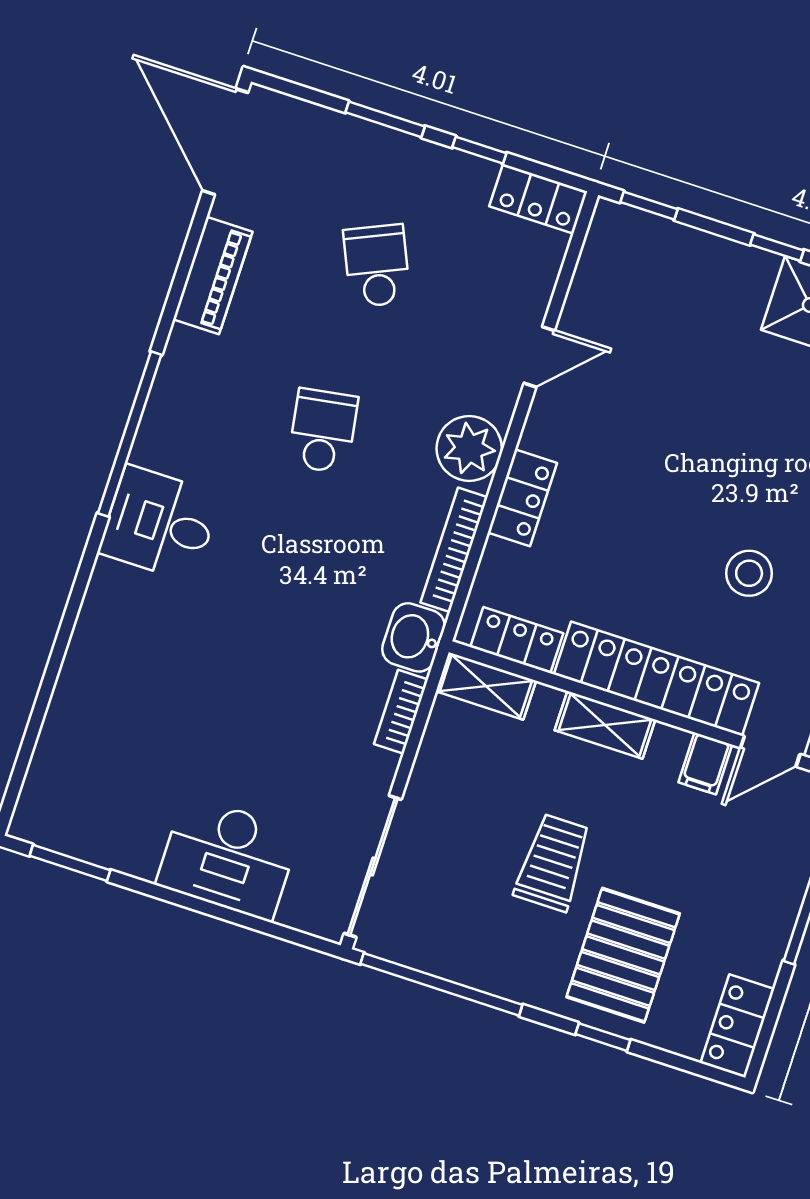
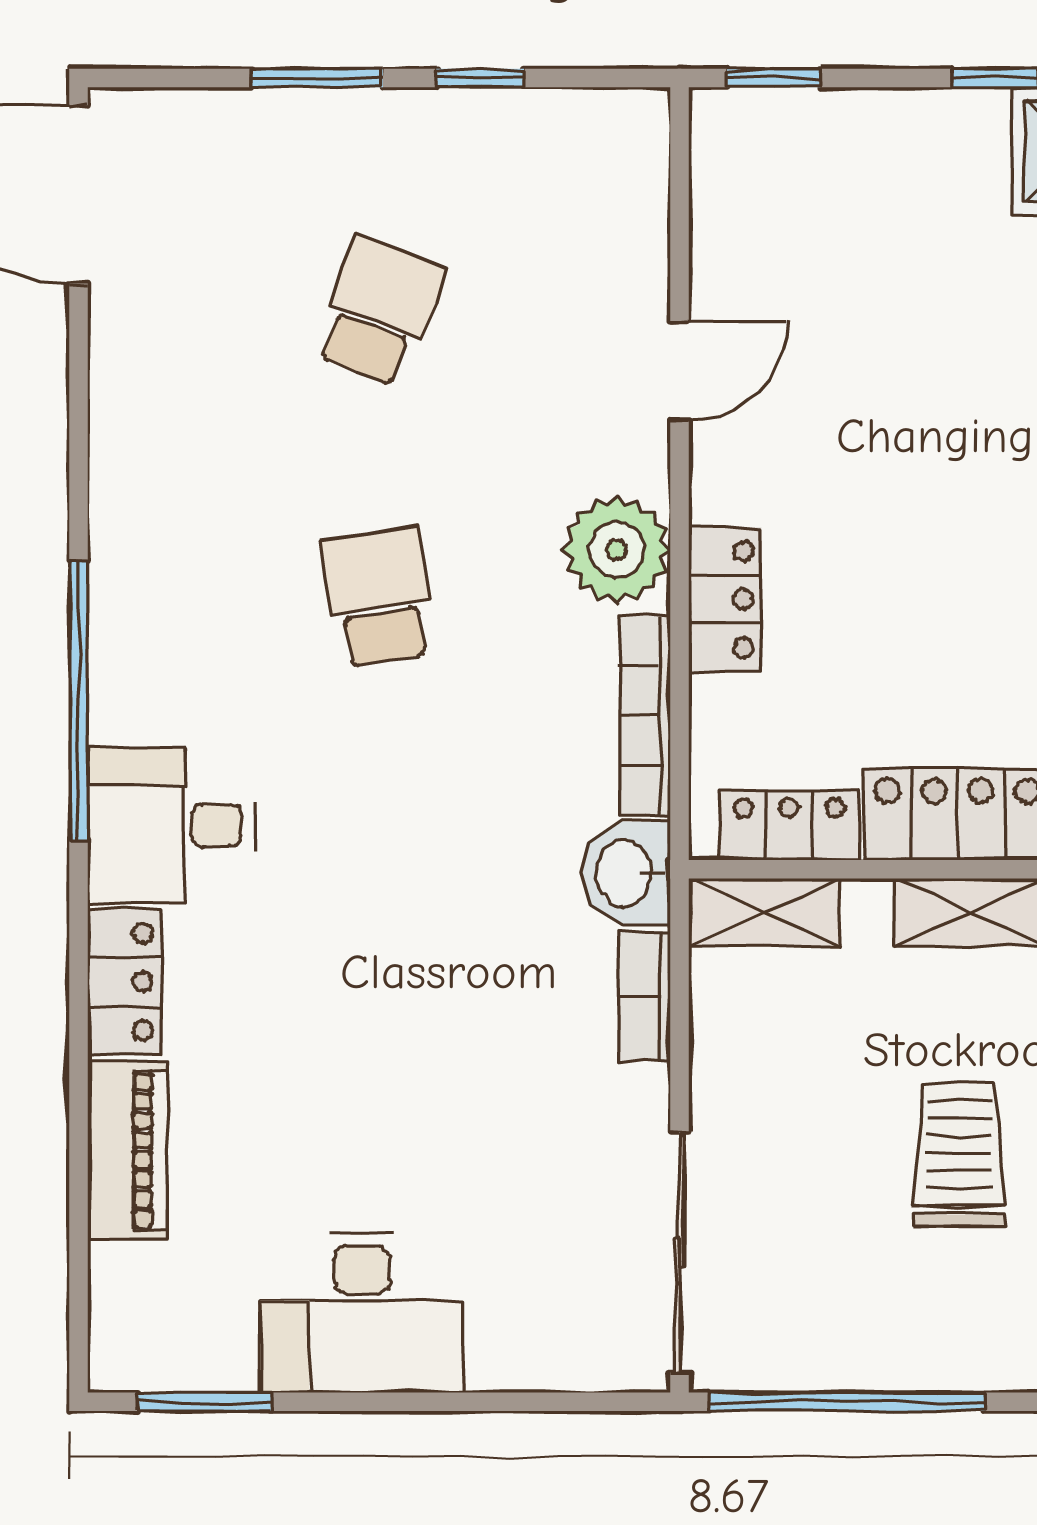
locker: (538, 199) -> (124, 982), moved, turned -90
school desk: (377, 266) -> (379, 311), turned 45
piano: (213, 276) -> (127, 1150), moved
desk: (228, 858) -> (362, 1313), moved

